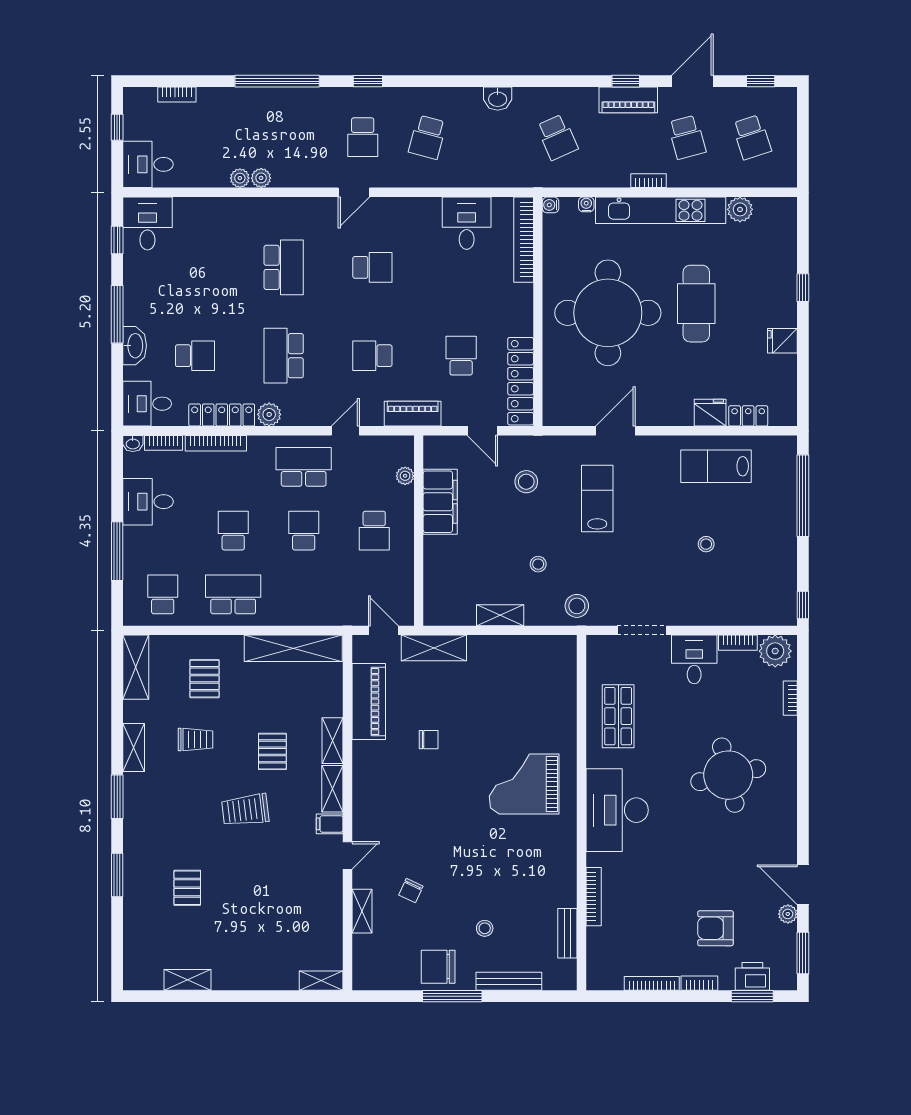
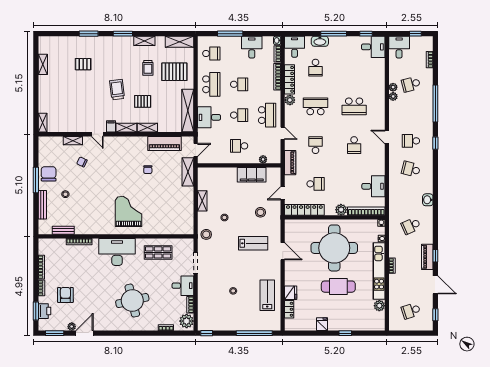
school desk: (687, 137) -> (411, 84), moved
plant: (520, 297) -> (341, 210), added
desk: (309, 600) -> (209, 117), added
pallet: (205, 679) -> (174, 72), width x1.50, depth x1.42

